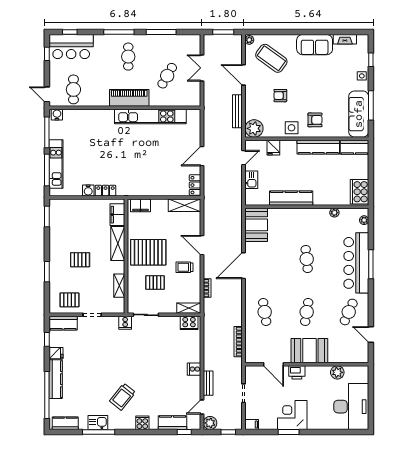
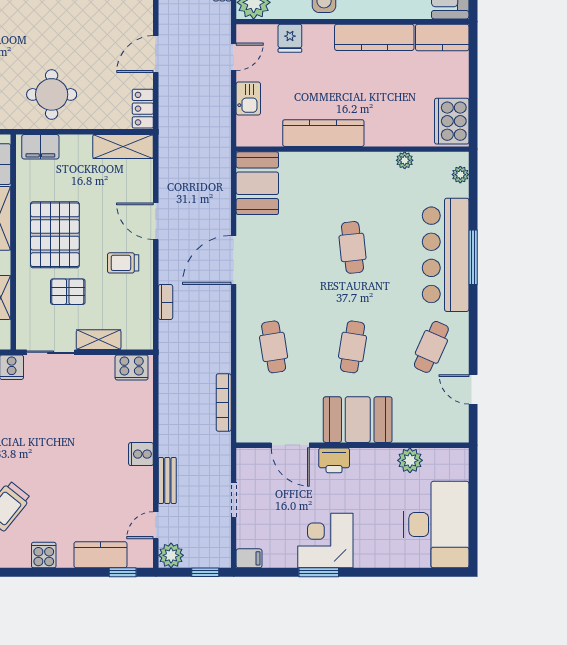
round table: (146, 178) -> (52, 94), added
pallet: (148, 252) -> (55, 235), turned 90
shelving: (189, 308) -> (99, 340), moved

